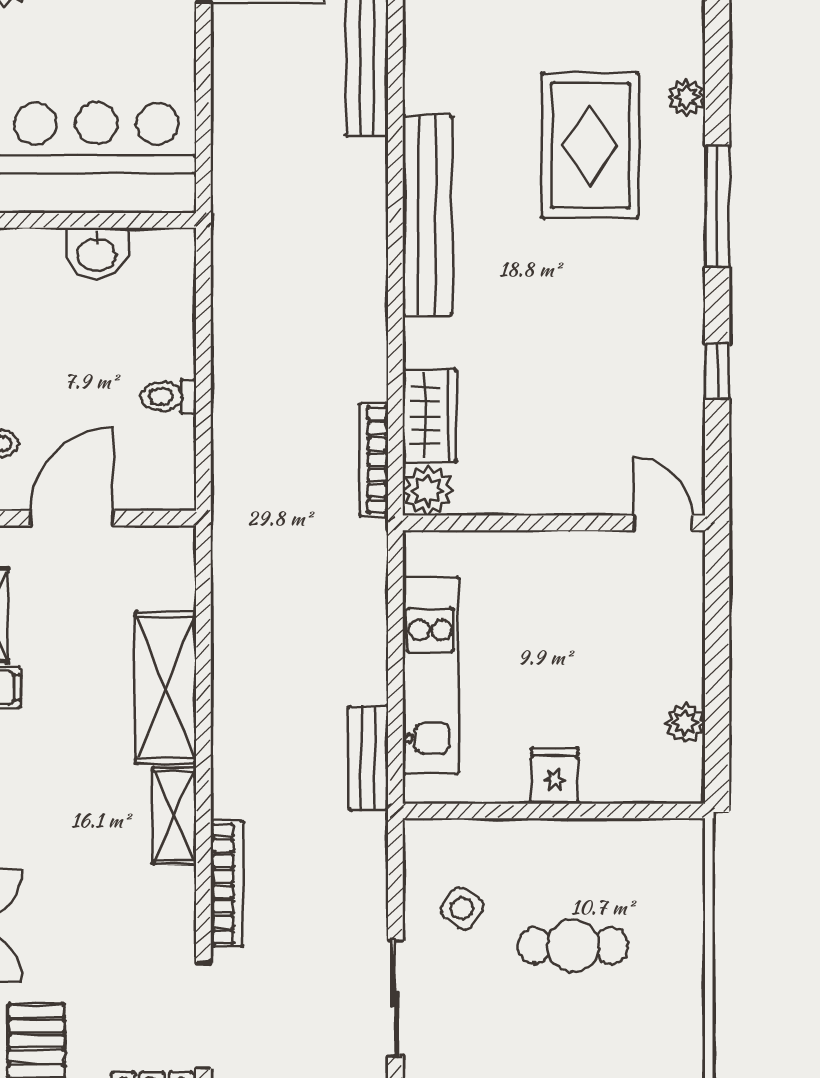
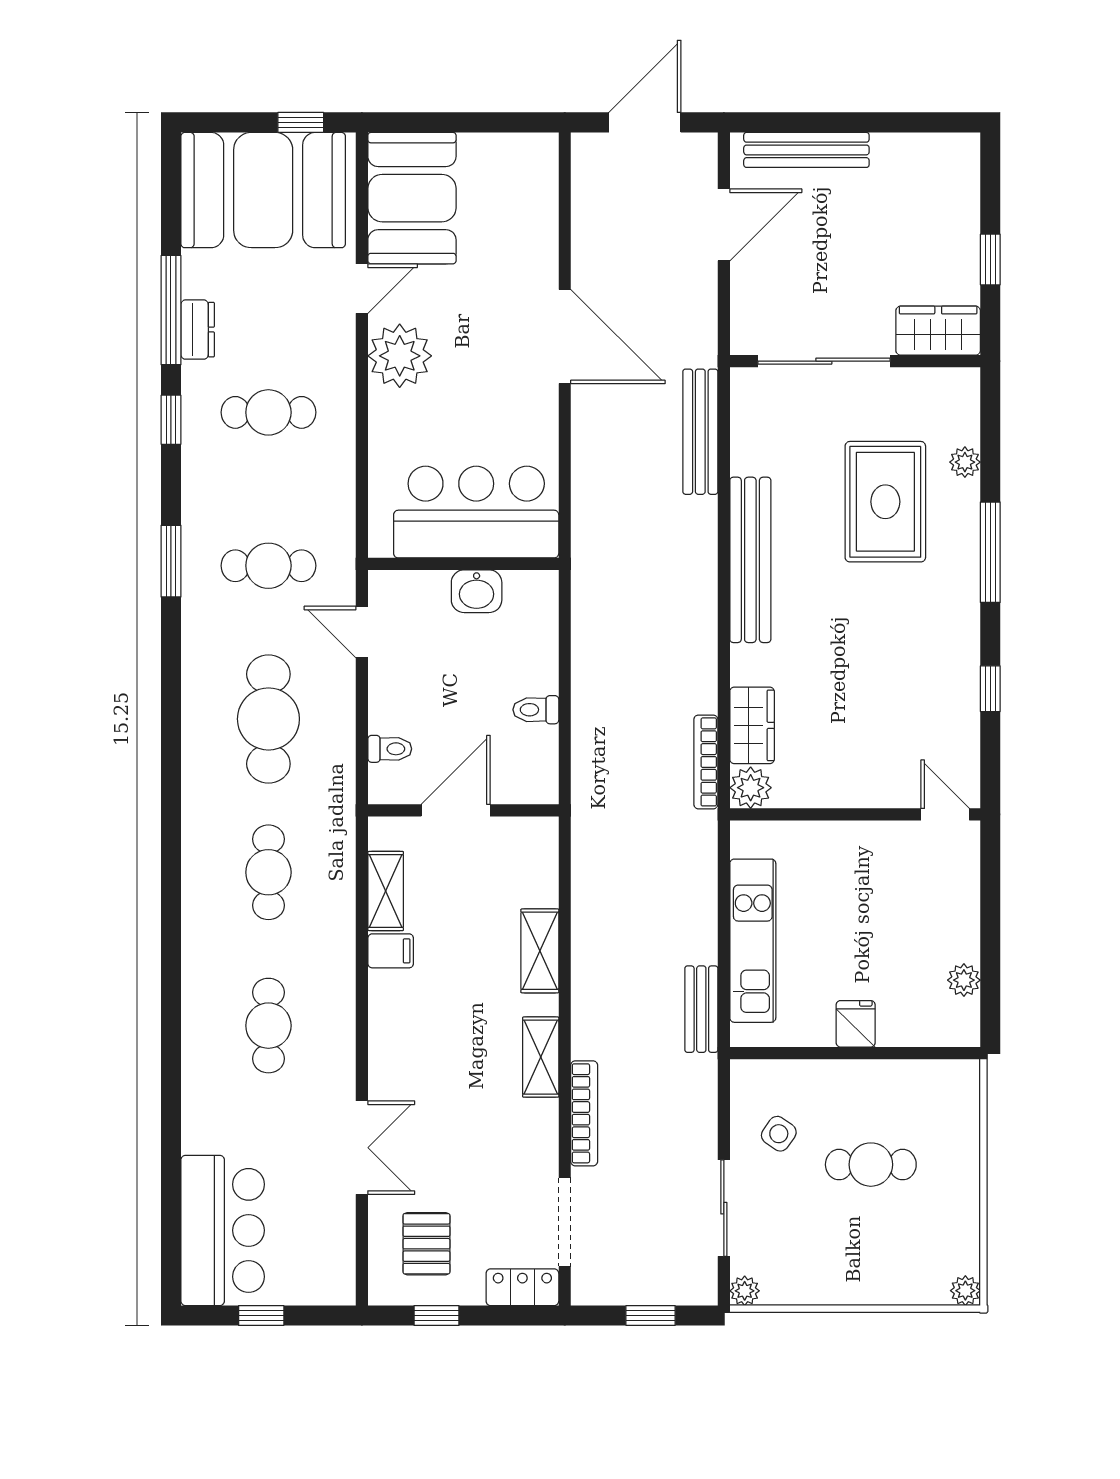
shelving: (166, 688) -> (540, 951), width x0.67, depth x0.75

